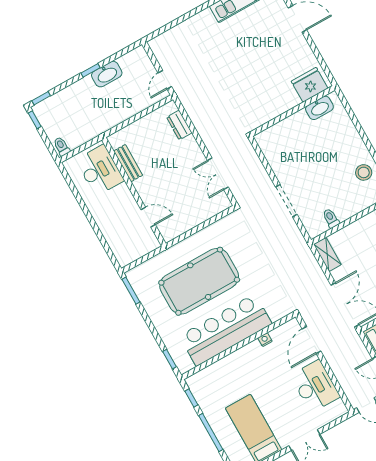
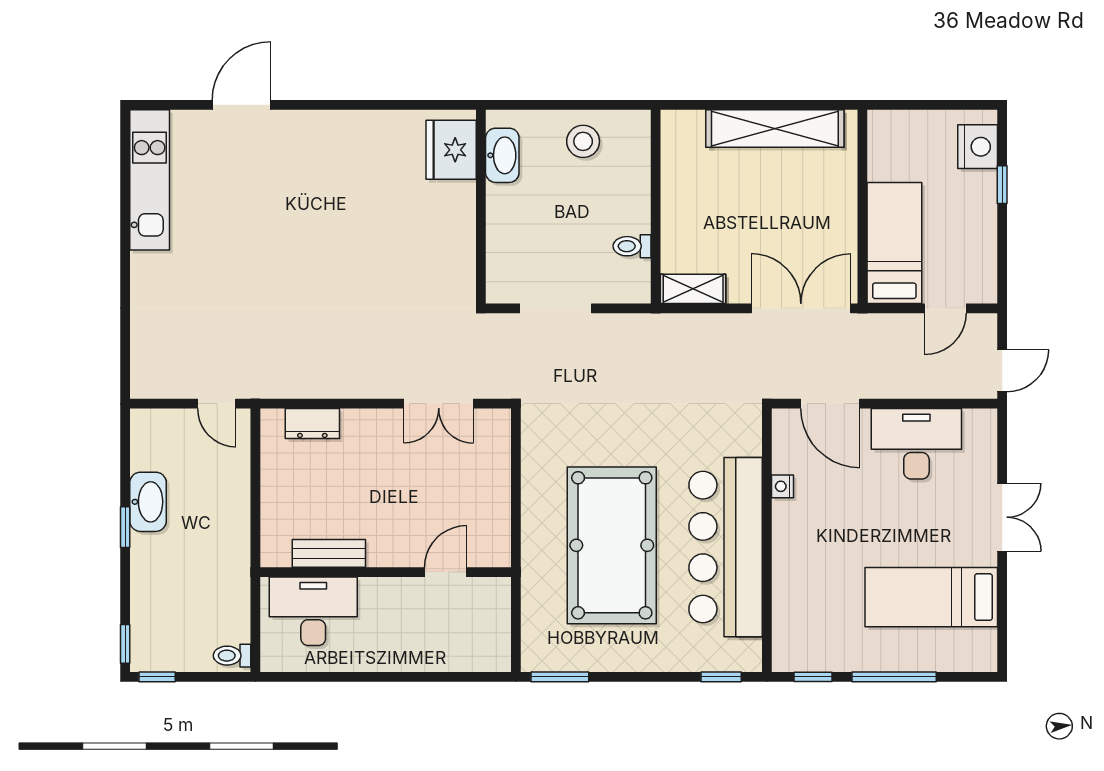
fridge: (310, 85) -> (451, 150), moved
washbasin: (319, 108) -> (502, 155), moved
wall: (293, 111) -> (481, 207), moved

